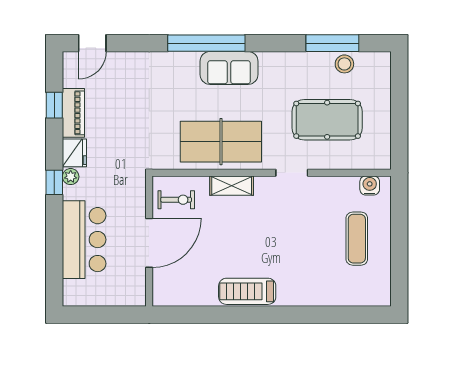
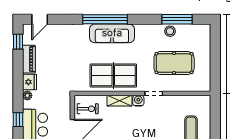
stool: (344, 64) -> (170, 31), moved
sofa: (229, 68) -> (112, 33), width x1.36
window: (54, 105) -> (18, 42), moved
window: (54, 182) -> (18, 120), moved
water cooler: (370, 185) -> (138, 101), moved

